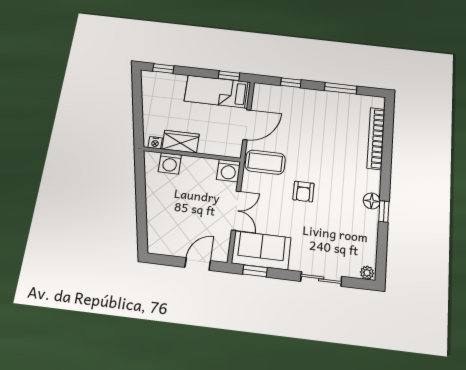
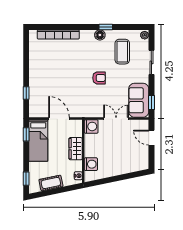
window: (341, 88) -> (26, 60), removed
cot: (151, 102) -> (51, 183), added
wardrobe: (181, 142) -> (76, 149), moved
coffee table: (265, 162) -> (122, 52), moved

